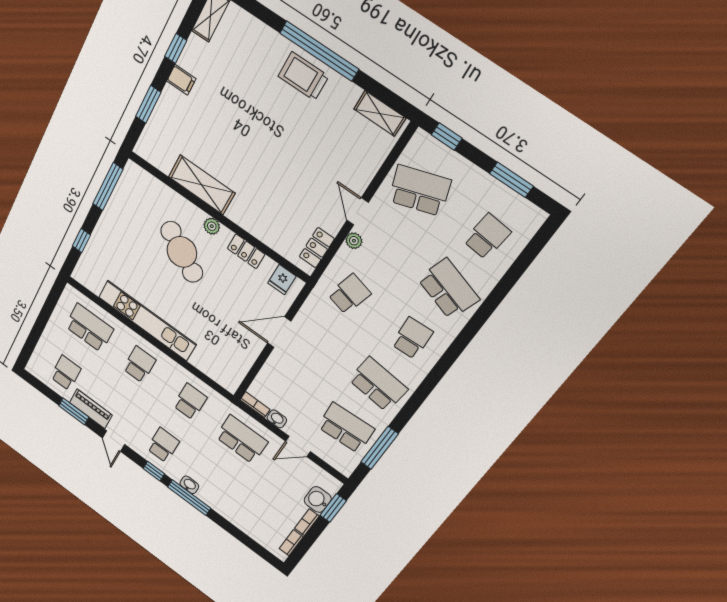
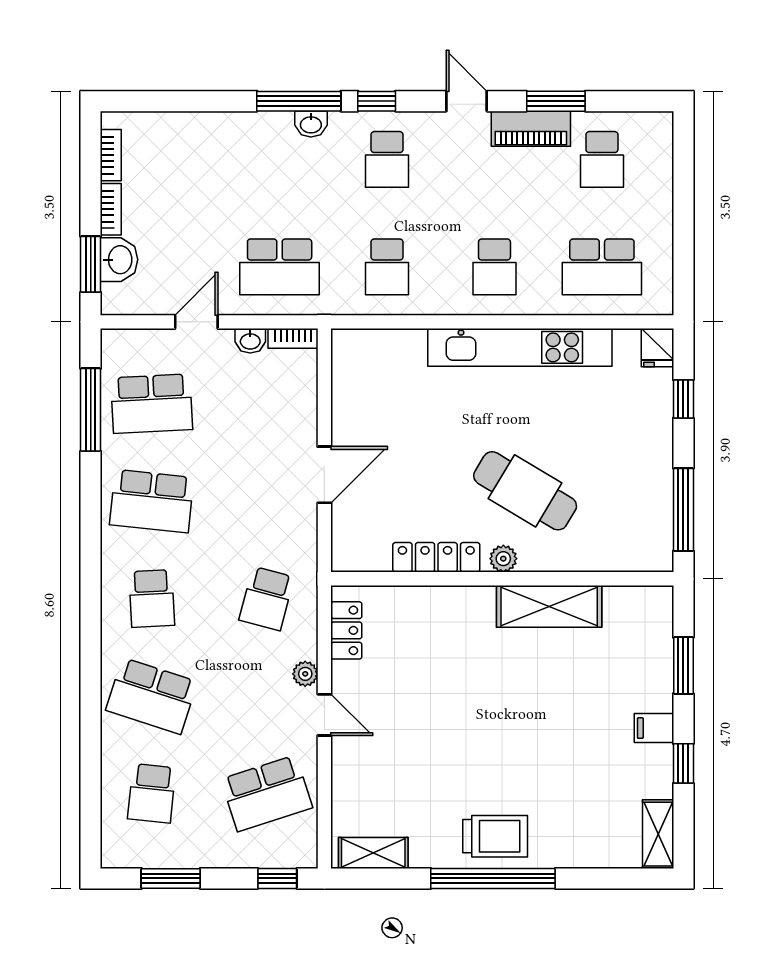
locker: (246, 251) -> (436, 557), width x1.53
fridge: (282, 280) -> (657, 348), moved, turned 180

